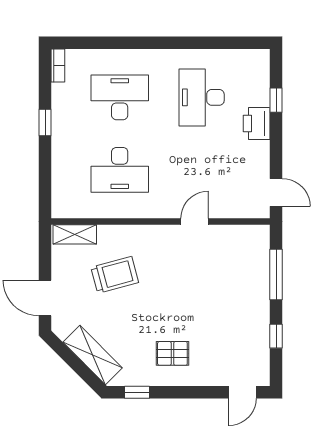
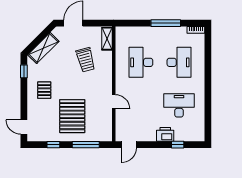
window: (45, 122) -> (166, 23), width x2.17
pallet: (222, 300) -> (72, 116), added

